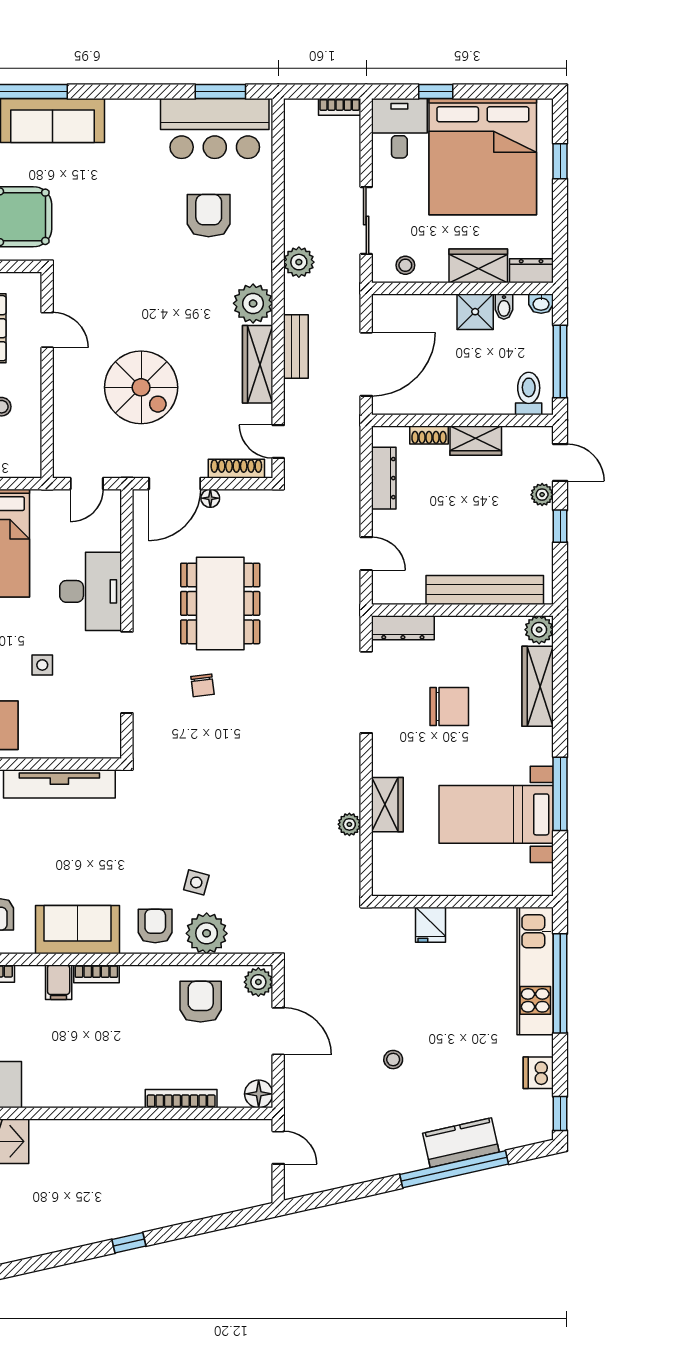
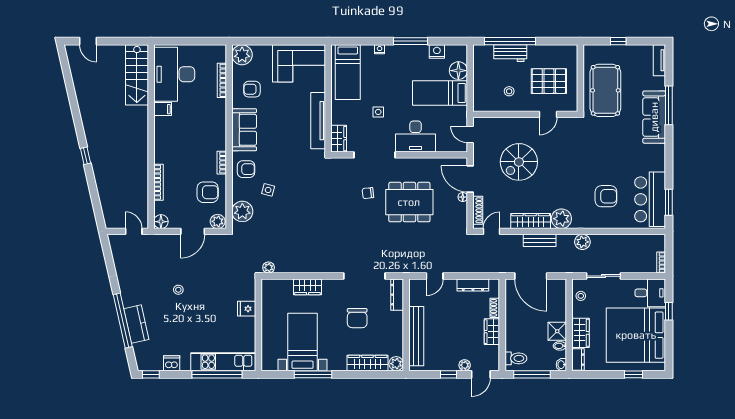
wardrobe: (95, 743) -> (339, 139), added
plant: (349, 824) -> (269, 268), moved
plant: (207, 933) -> (242, 211), moved
bookcase: (96, 974) -> (222, 163), moved
filing cabinet: (59, 982) -> (163, 109), moved, turned 180
door: (278, 1148) -> (134, 231), swing flipped

